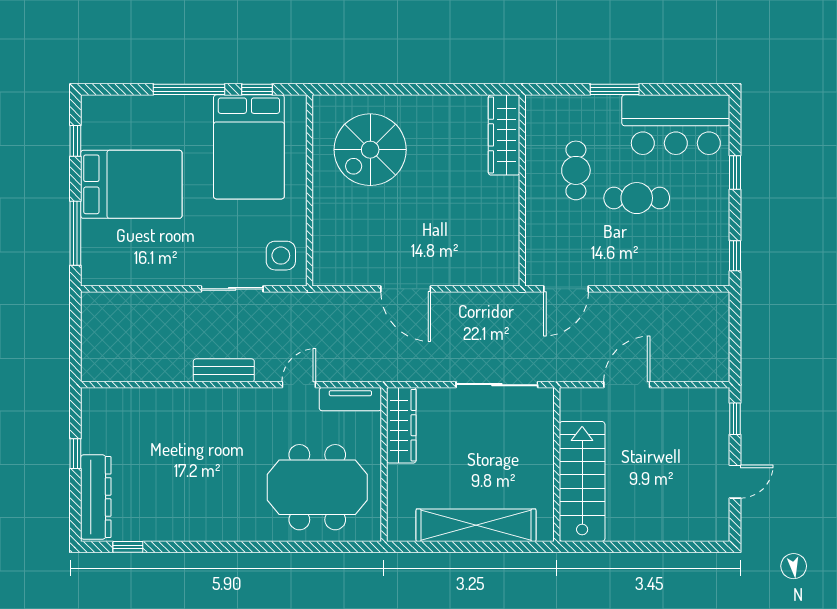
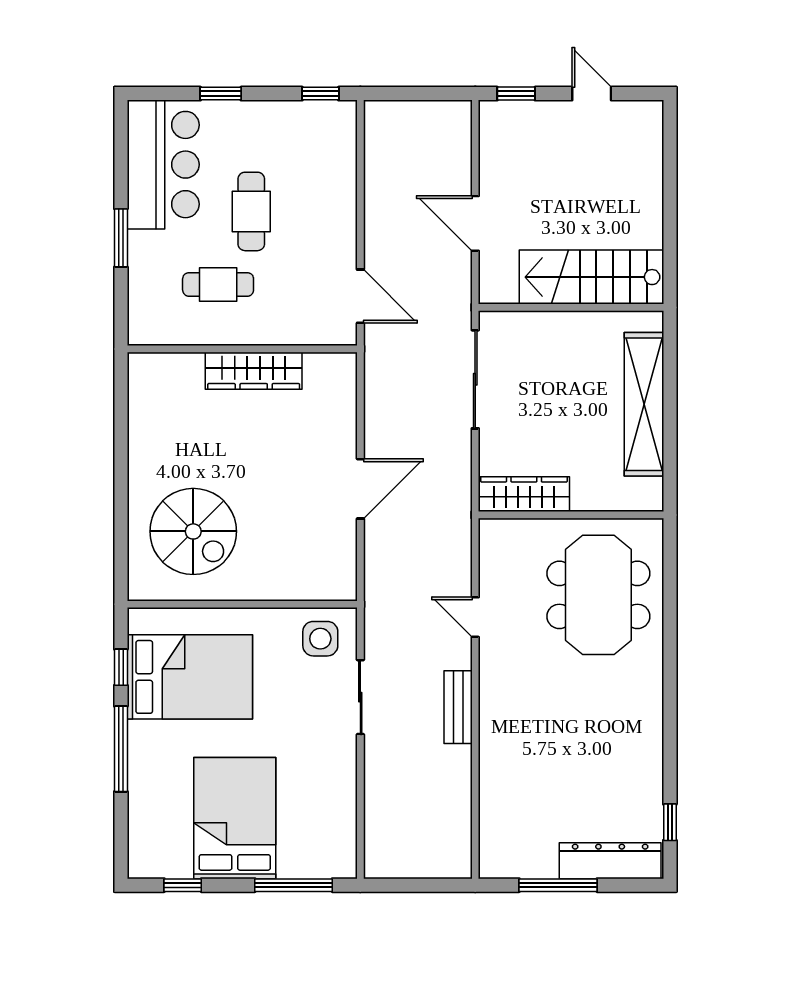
wardrobe: (504, 135) -> (254, 371), moved
tv unit: (350, 399) -> (493, 555), removed
window: (75, 454) -> (558, 885), width x2.17

